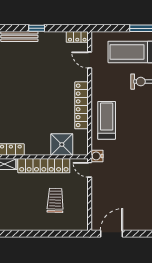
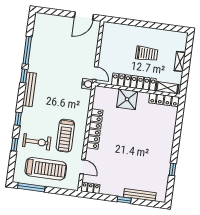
treadmill: (107, 120) -> (65, 136), moved
shower: (62, 145) -> (127, 99), moved
trolley: (55, 200) -> (147, 54), moved, turned -92

